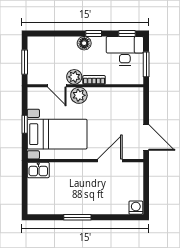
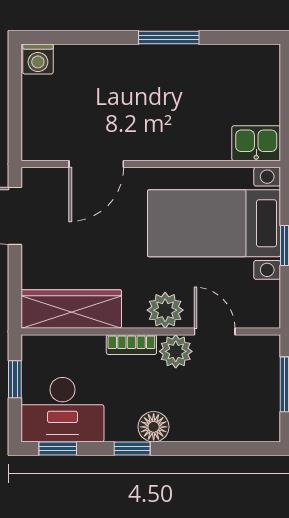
window: (146, 64) -> (15, 379), width x0.67
wardrobe: (121, 96) -> (71, 309), added

